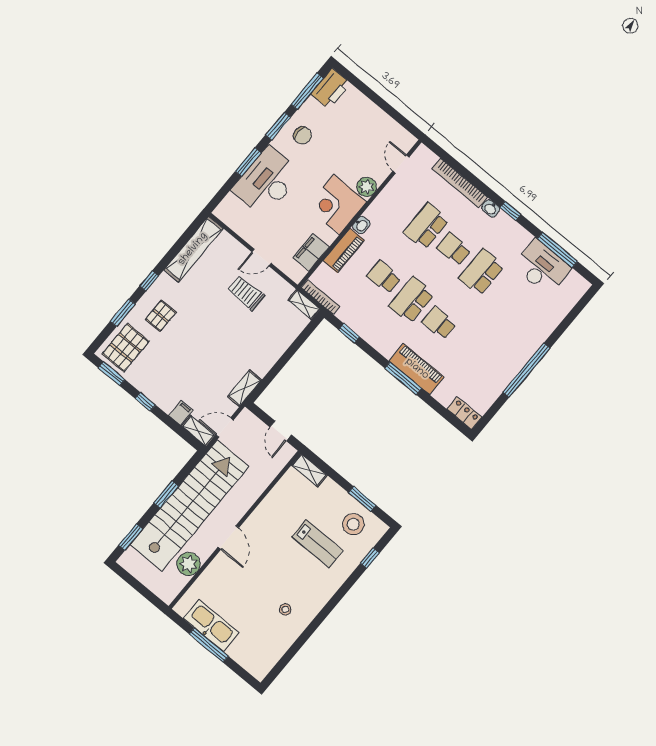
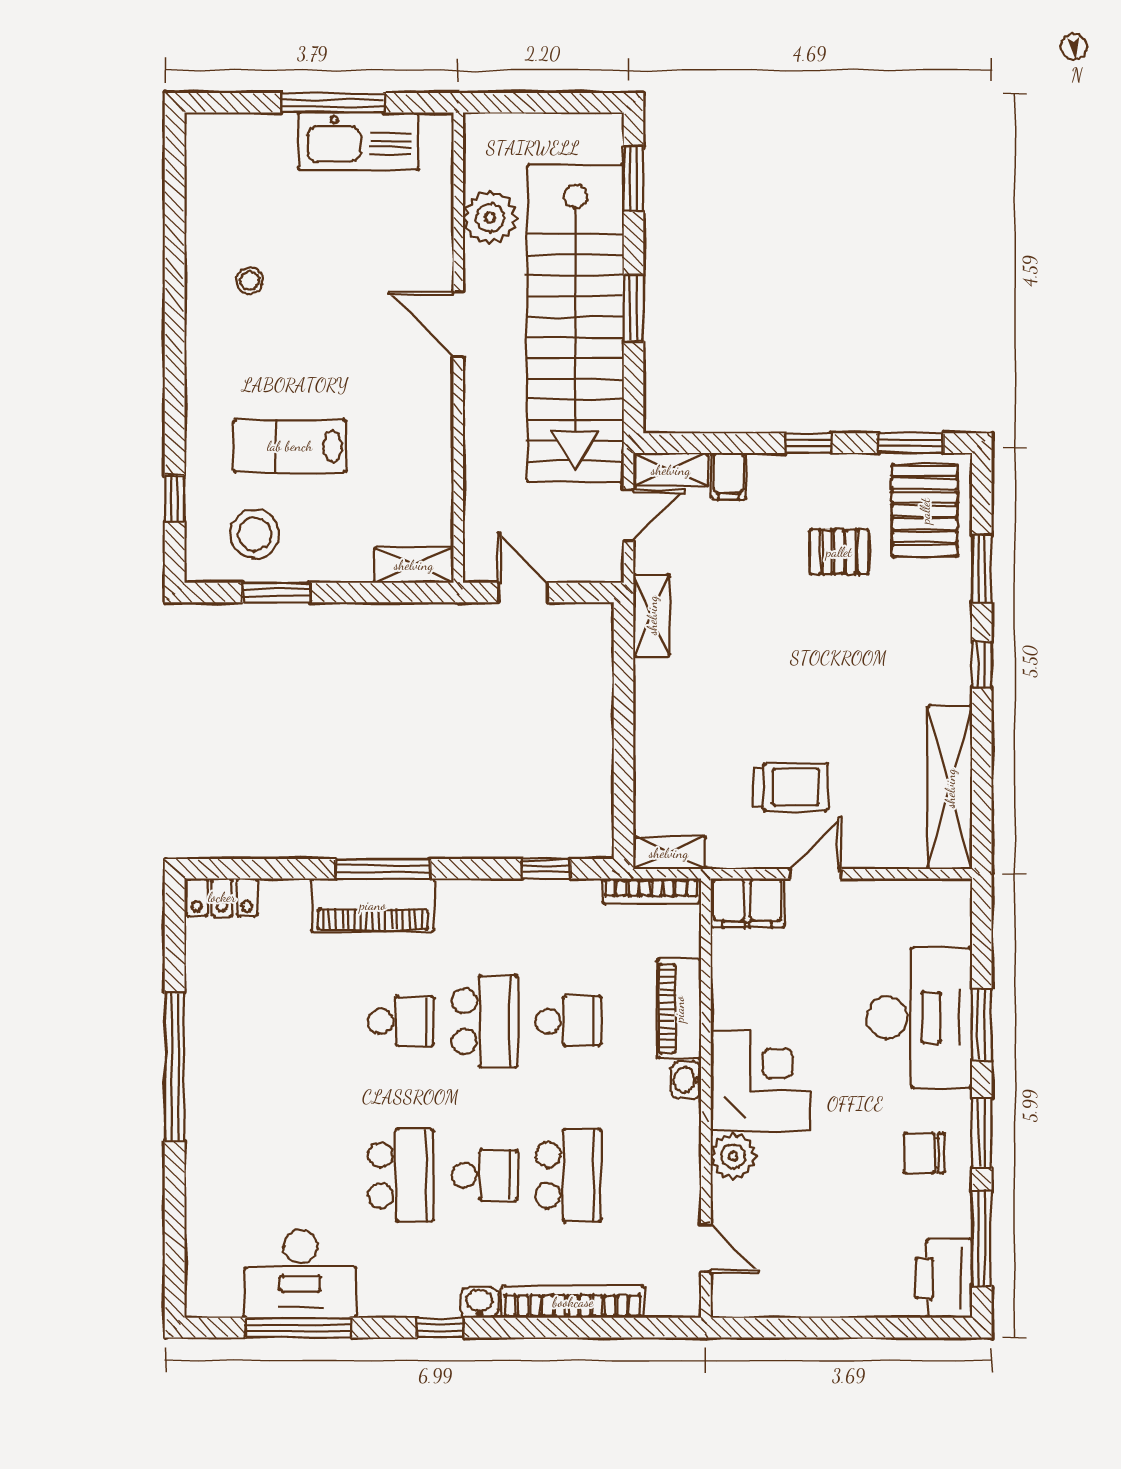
filing cabinet: (311, 252) -> (747, 903), moved, turned 90
pallet: (161, 316) -> (839, 552), moved, turned 90

